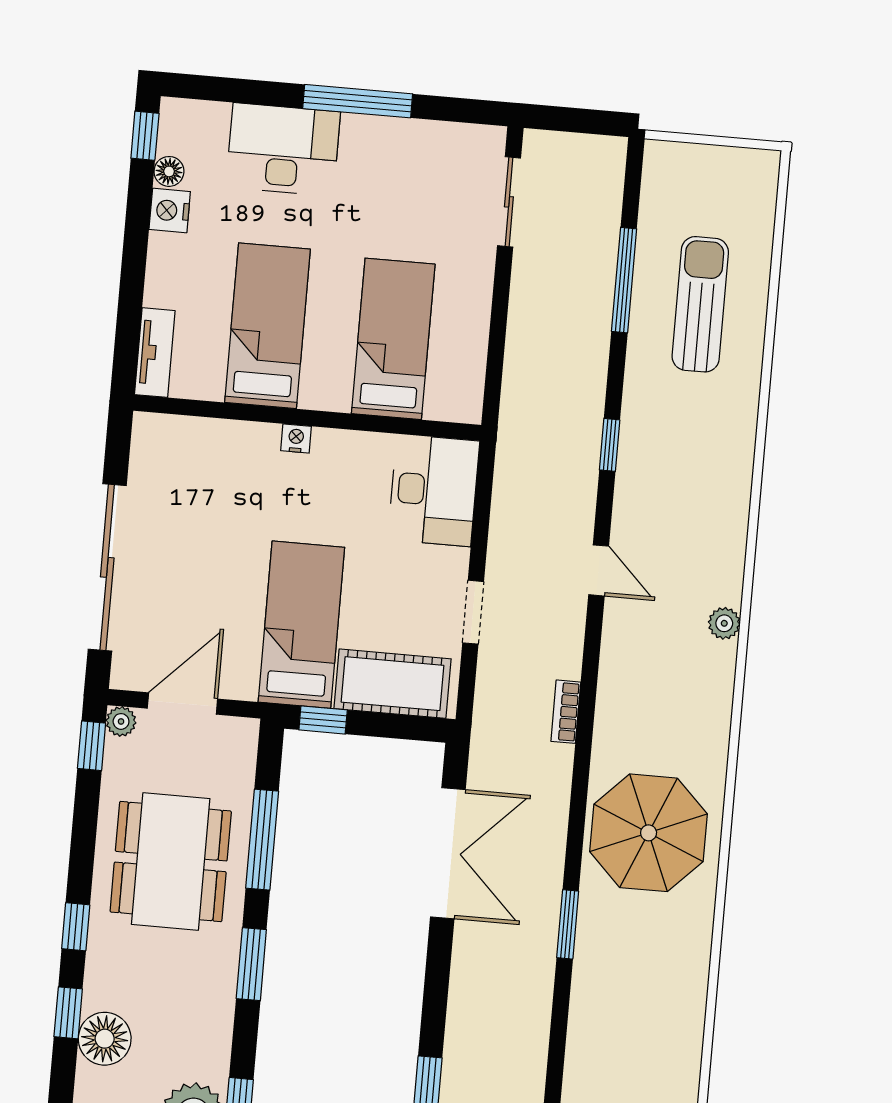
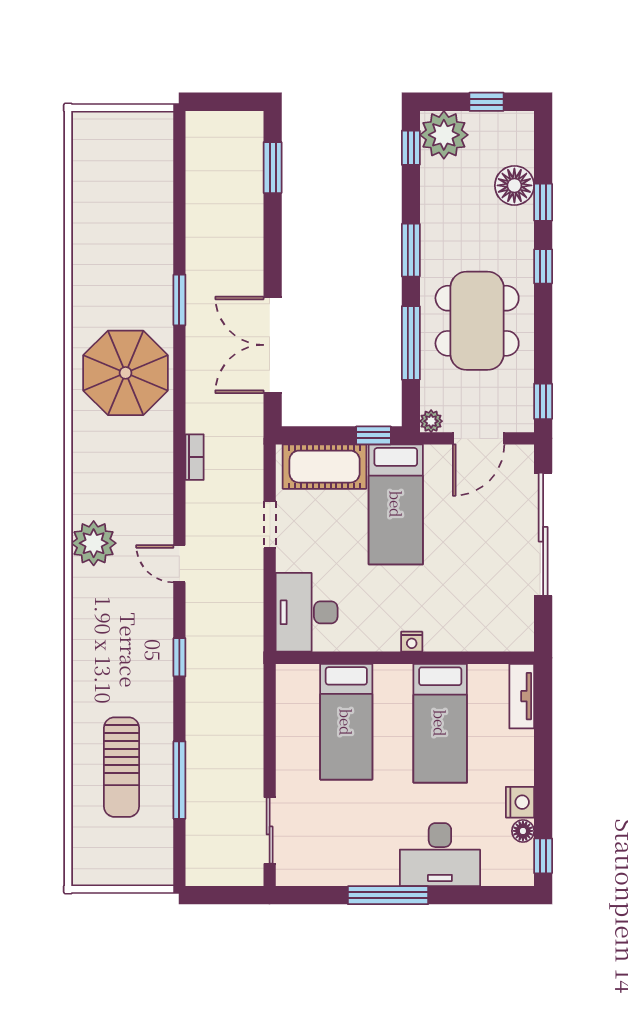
plant: (724, 623) -> (94, 543), width x1.88, depth x1.88
plant: (121, 721) -> (431, 421), moved

